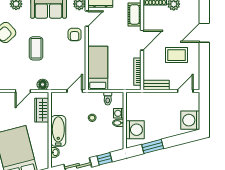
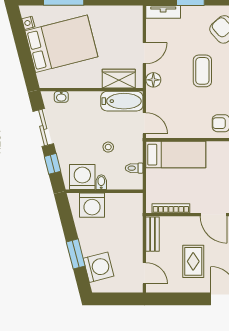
coffee table: (36, 48) -> (202, 71), turned 90
door: (23, 91) -> (144, 53), swing flipped
washing machine: (119, 113) -> (82, 177), moved, width x1.89, depth x1.89
washing machine: (190, 120) -> (99, 267), moved, turned 76
bathtub: (58, 131) -> (122, 101), moved
window: (153, 146) -> (76, 254), moved

